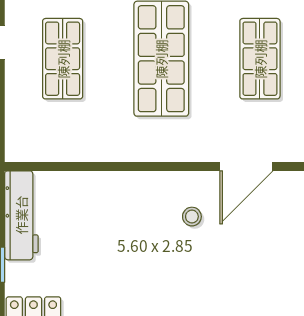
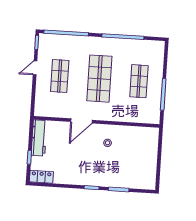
door: (246, 166) -> (81, 121), moved

